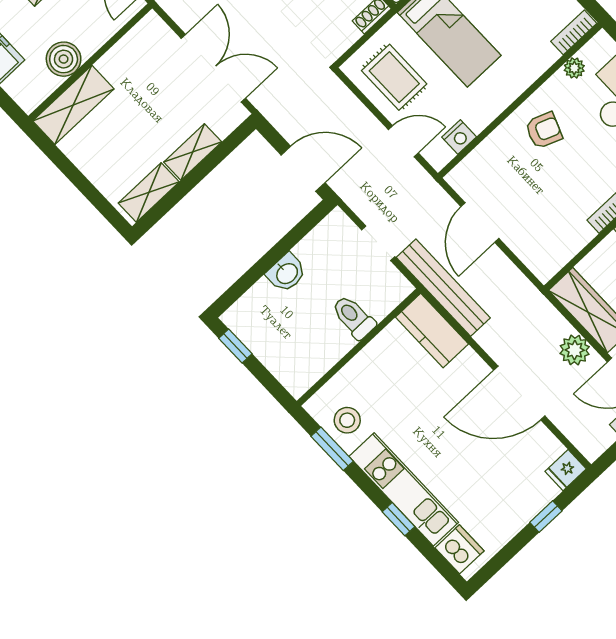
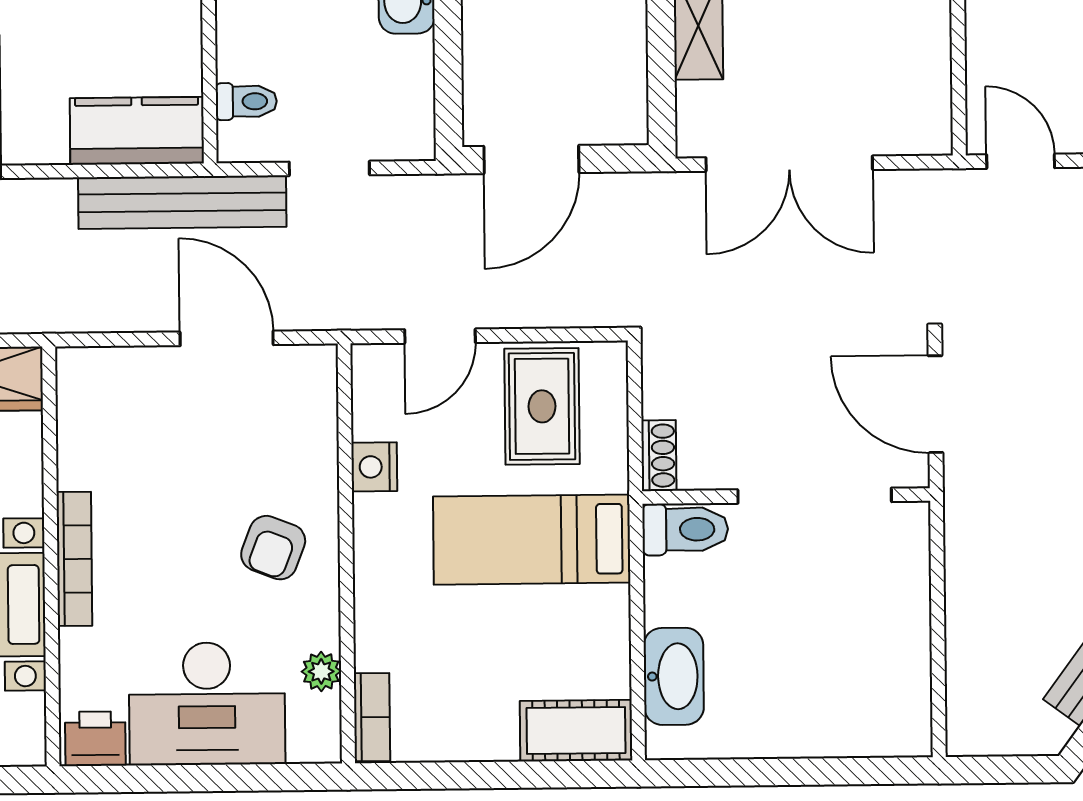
rug: (394, 77) -> (542, 406), turned 90
nightstand: (459, 137) -> (374, 467), moved
toilet: (354, 317) -> (246, 101), moved, width x0.73, depth x0.72

